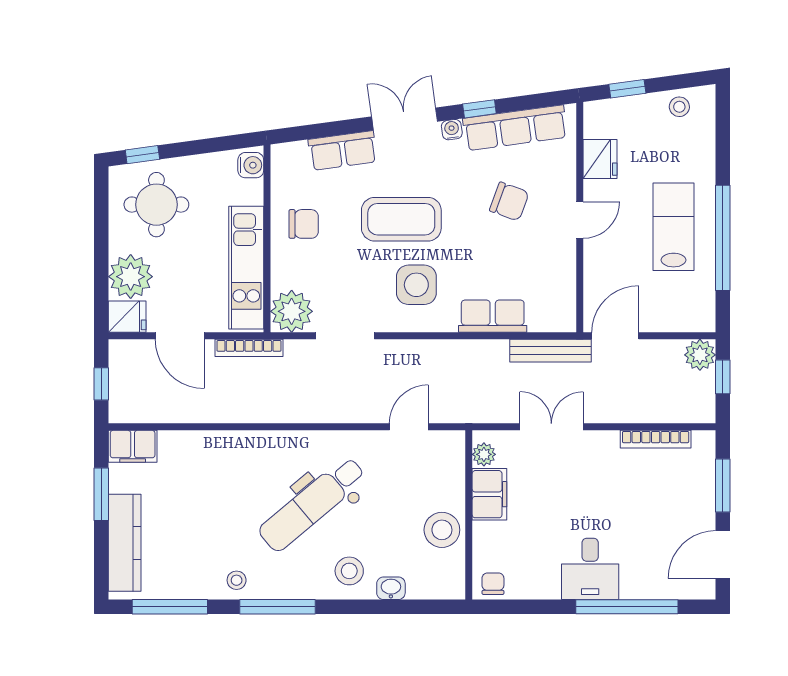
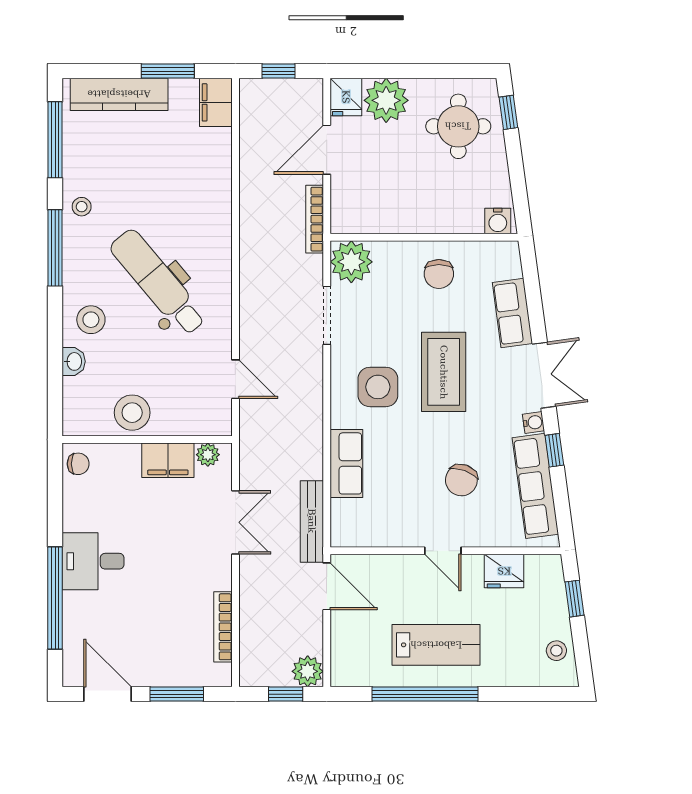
kitchen unit: (246, 268) -> (395, 216), removed

